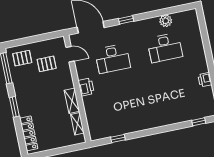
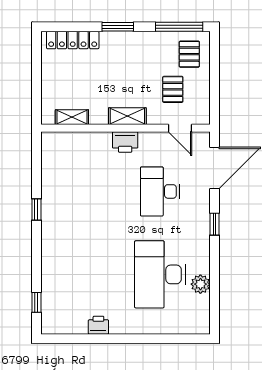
desk: (165, 48) -> (160, 274), width x1.36, depth x1.30
door: (70, 54) -> (180, 128), hinge flipped
shelving: (72, 101) -> (127, 116), moved
window: (118, 139) -> (36, 209), moved

